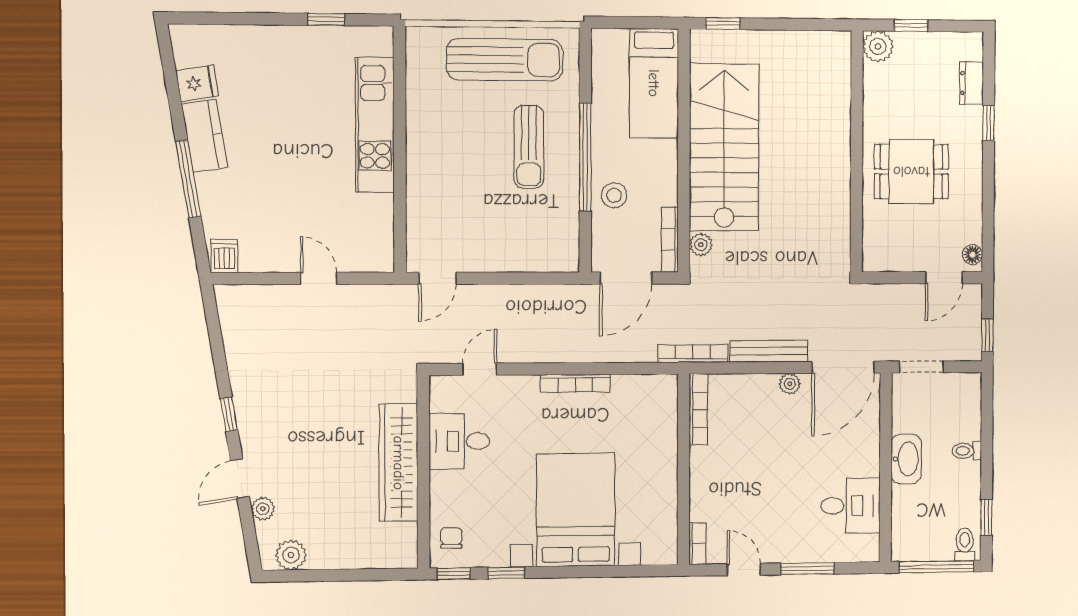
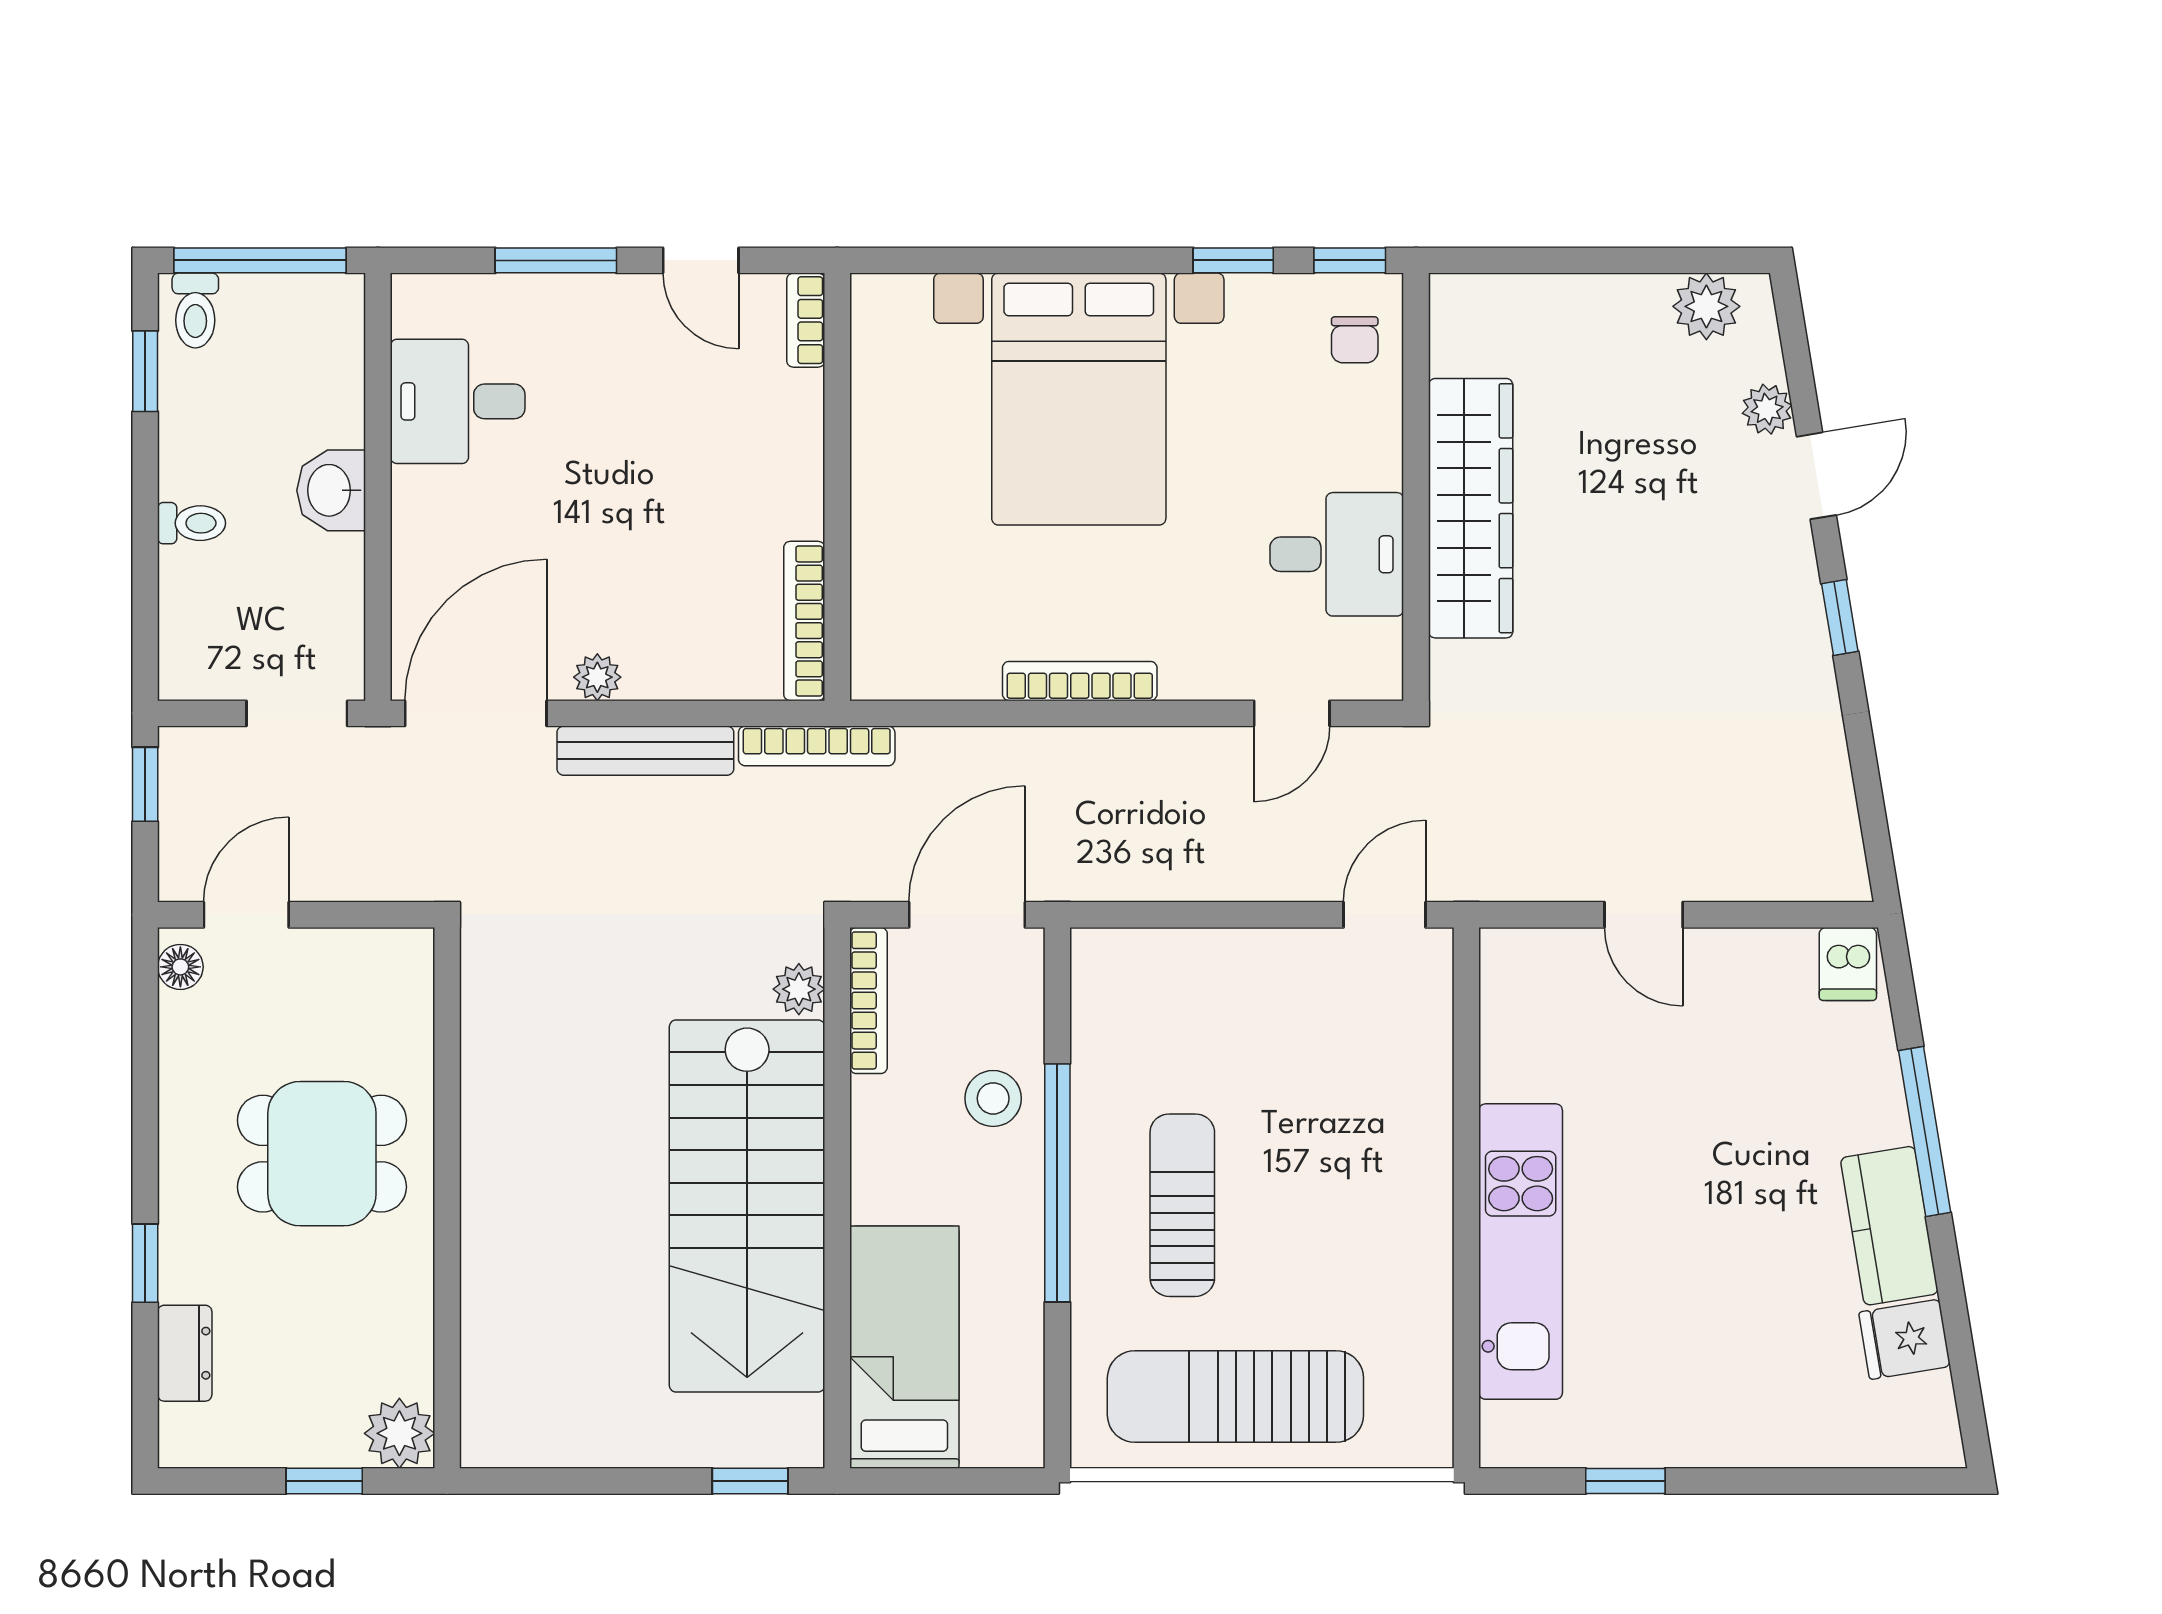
washbasin: (906, 459) -> (331, 490), width x0.72

